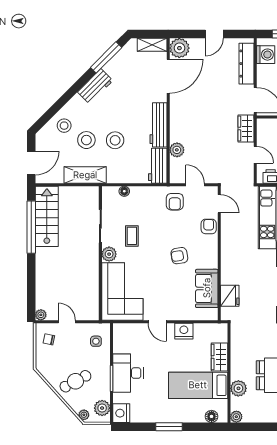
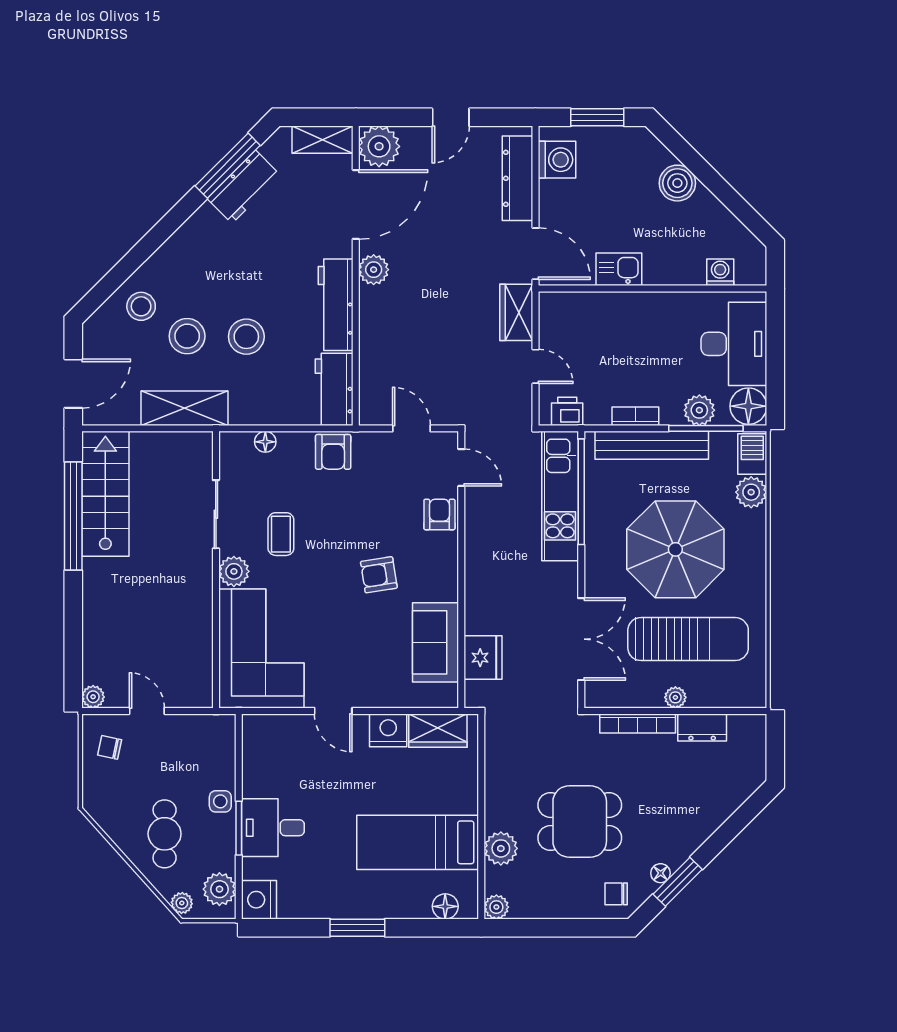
workbench: (95, 86) -> (244, 187), moved
plant: (177, 150) -> (374, 270), moved
armchair: (175, 202) -> (333, 452), moved
side table: (96, 341) -> (220, 801), moved
wardrobe: (219, 357) -> (438, 731), moved, turned -90
desk: (128, 373) -> (273, 828), width x0.73
cafe table: (75, 381) -> (165, 834), turned -62

